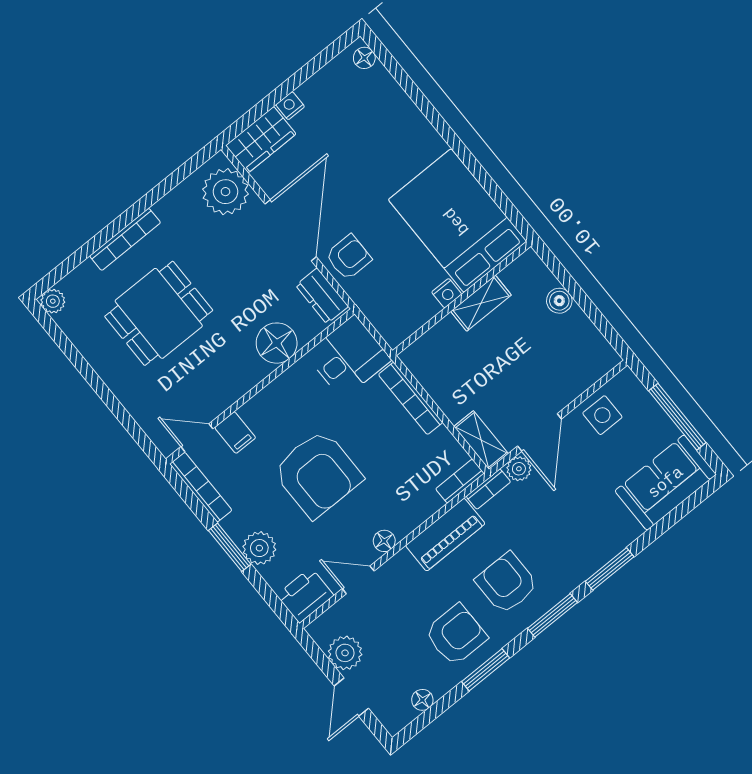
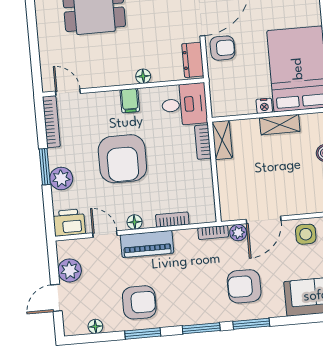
floor lamp: (277, 343) -> (143, 76), width x0.53, depth x0.53
bookcase: (411, 398) -> (203, 142), width x0.64
filing cabinet: (235, 433) -> (130, 101), moved
shelving: (481, 440) -> (222, 140), moved
bookcase: (460, 481) -> (172, 220), moved
piano: (445, 535) -> (147, 244), moved
armchair: (507, 583) -> (244, 286), moved, turned -90

